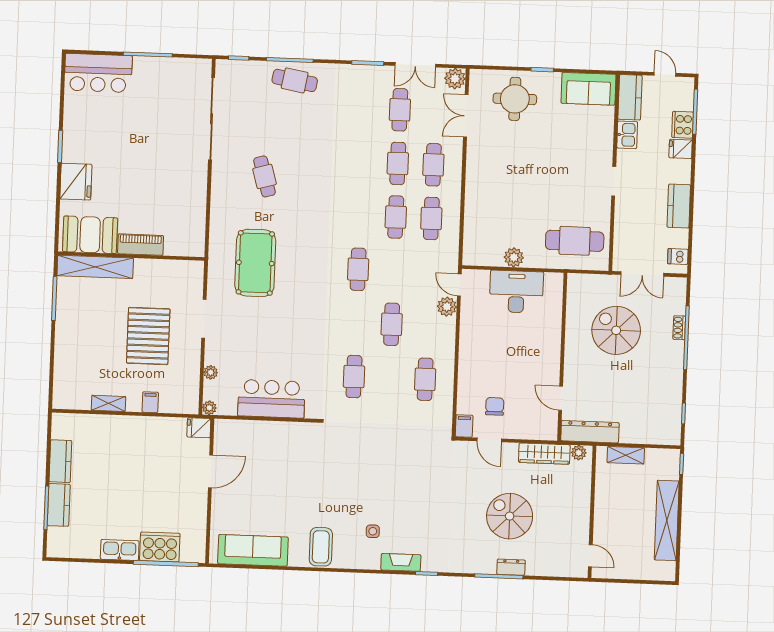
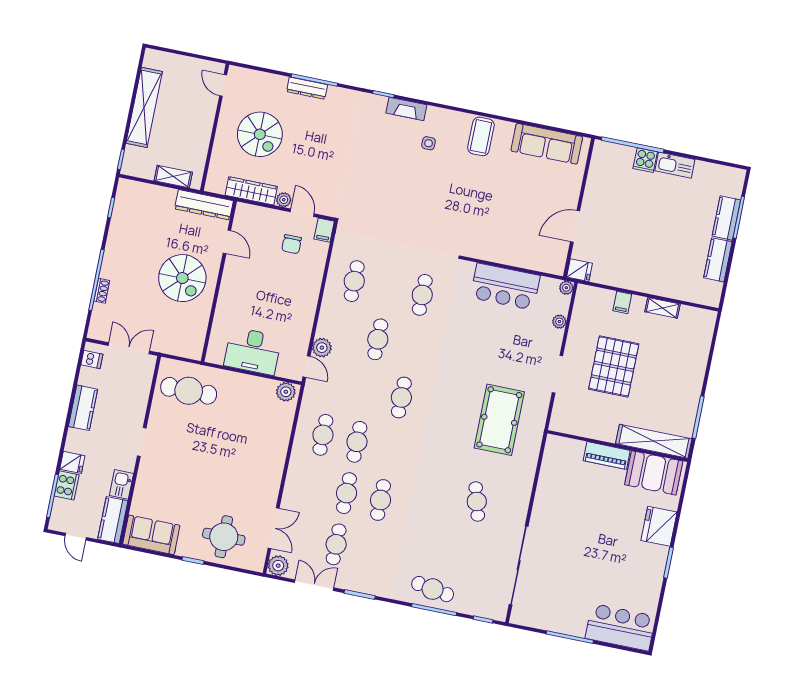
cafe table: (433, 165) -> (381, 500), moved
plant: (514, 257) -> (286, 392), moved
spiral stairs: (616, 330) -> (182, 278), moved
plant: (579, 453) -> (284, 200), moved
spiral stairs: (510, 516) -> (260, 134), moved
cooker: (160, 547) -> (645, 160), width x0.53, depth x0.76
dresser: (511, 567) -> (307, 88), width x1.44

